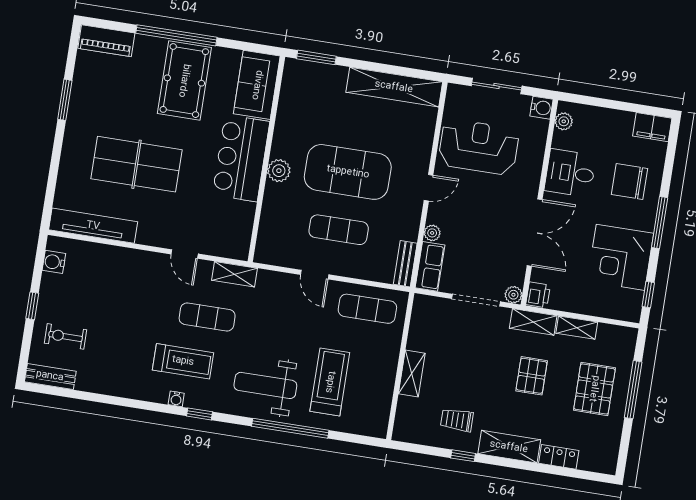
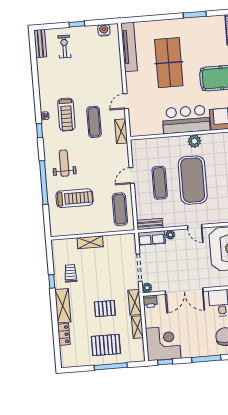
plant: (279, 171) -> (194, 141), moved
corner desk: (620, 257) -> (163, 343), moved, turned 90
weight bench: (265, 385) -> (64, 163), width x0.73, depth x0.75

